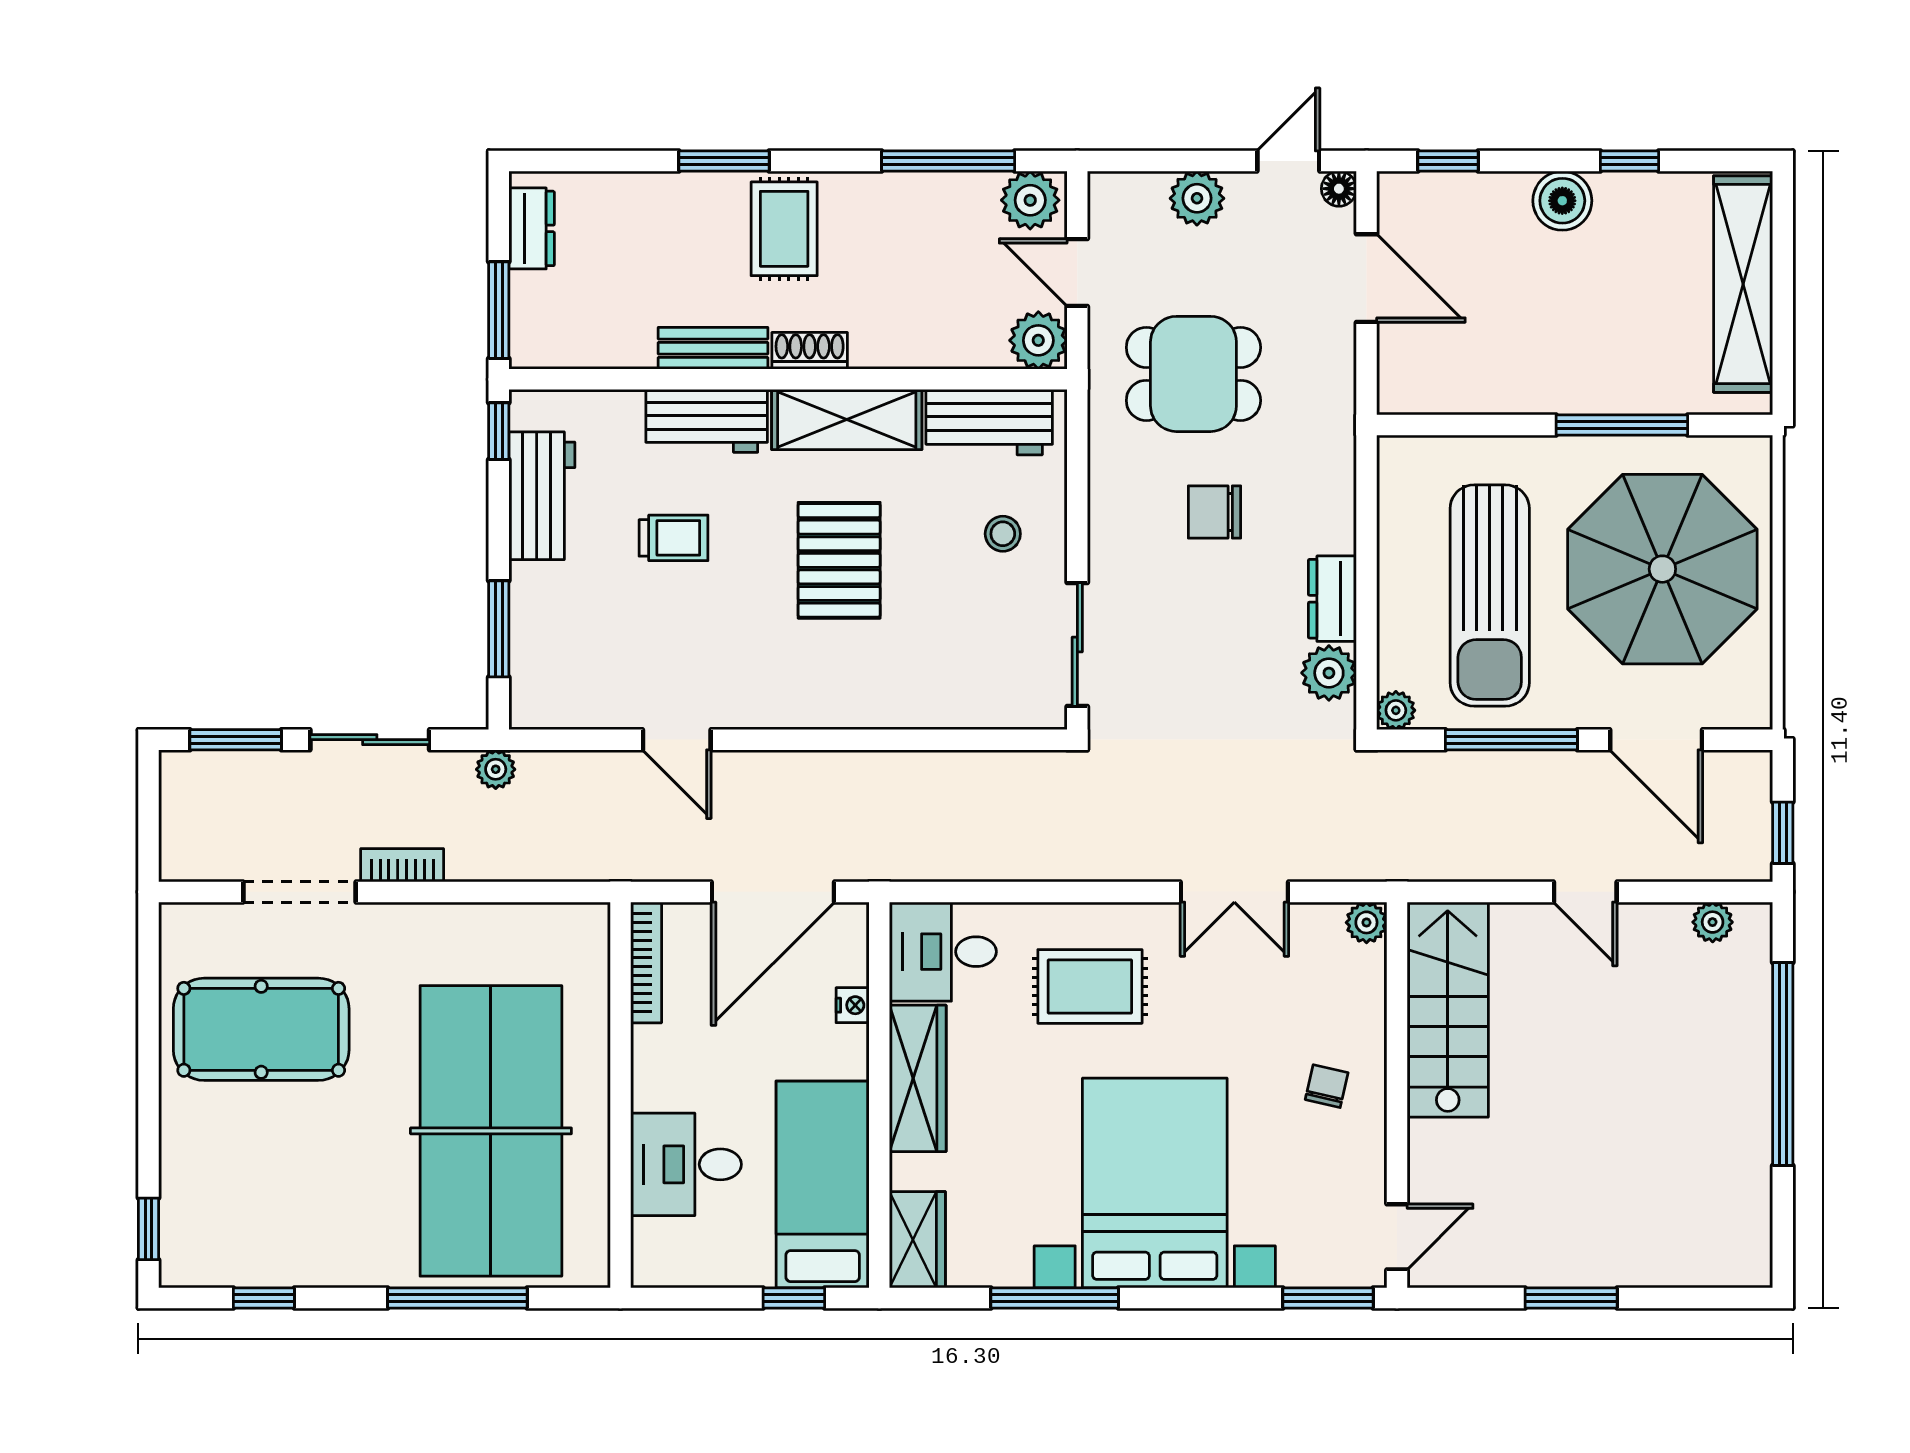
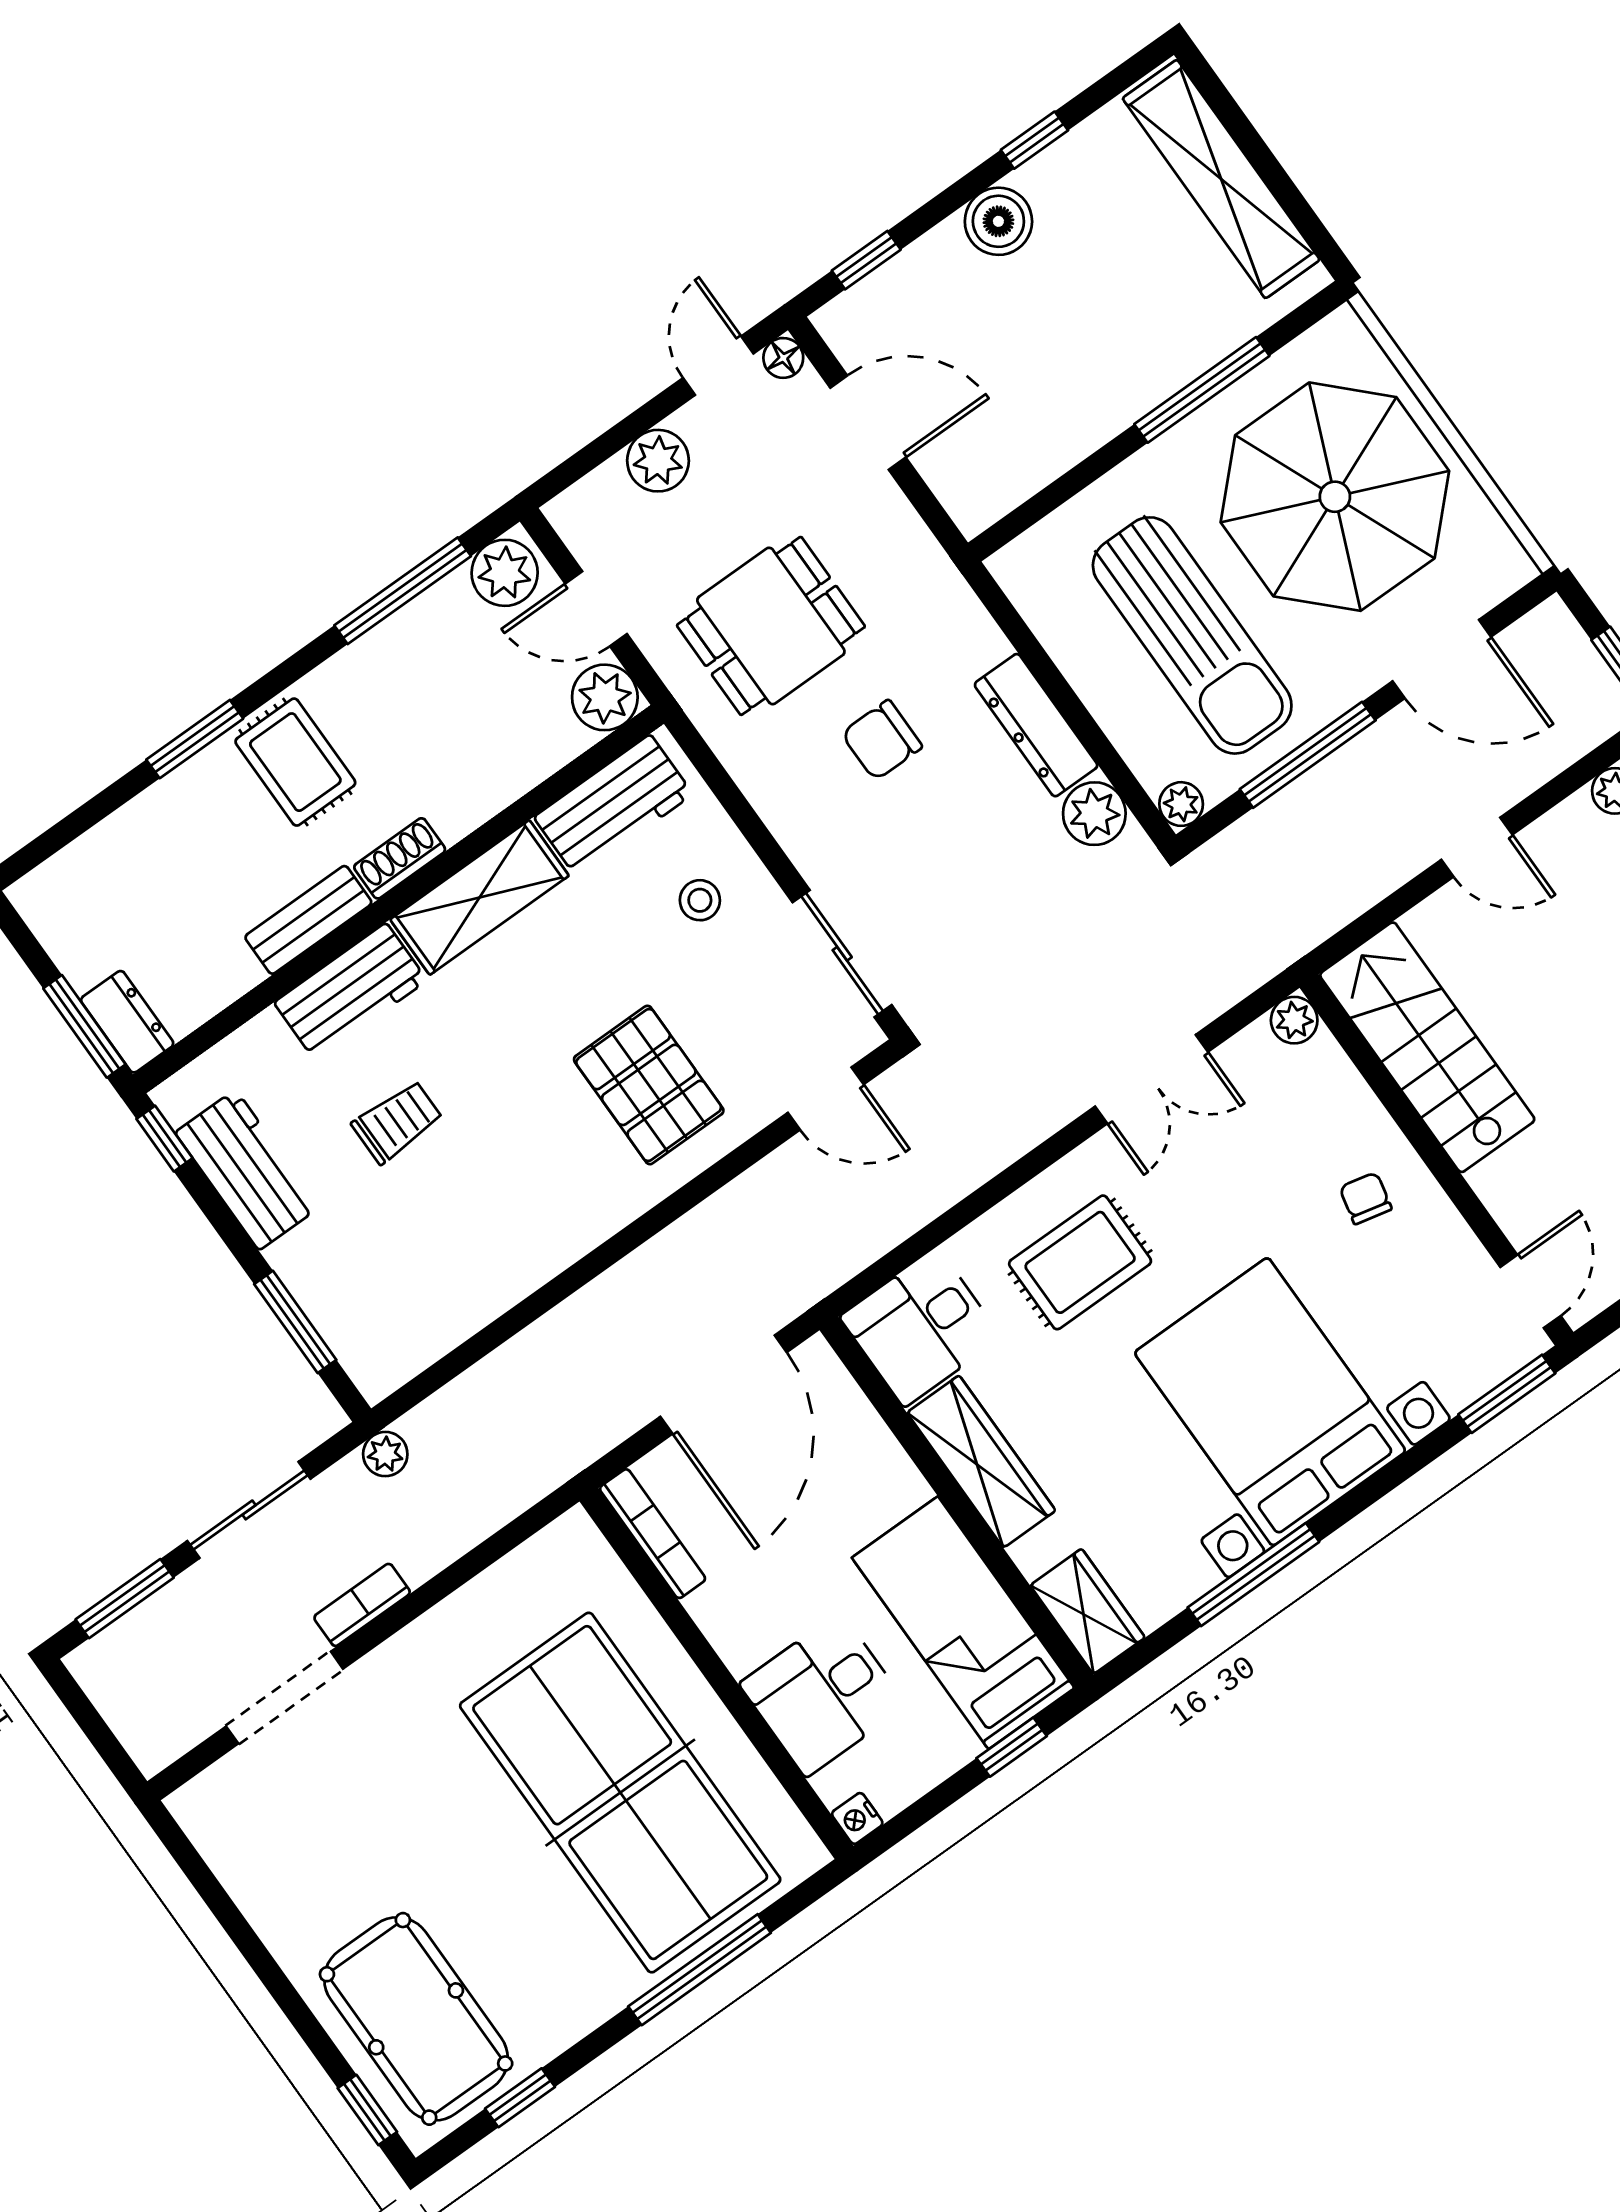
dresser: (532, 228) -> (127, 1022), moved
pallet: (839, 560) -> (649, 1085), moved
dresser: (1332, 599) -> (1036, 725), width x1.44
door: (677, 740) -> (826, 1099), moved
nightstand: (853, 1005) -> (857, 1818), moved, turned 180
pool table: (261, 1029) -> (416, 2019), moved, turned 90

